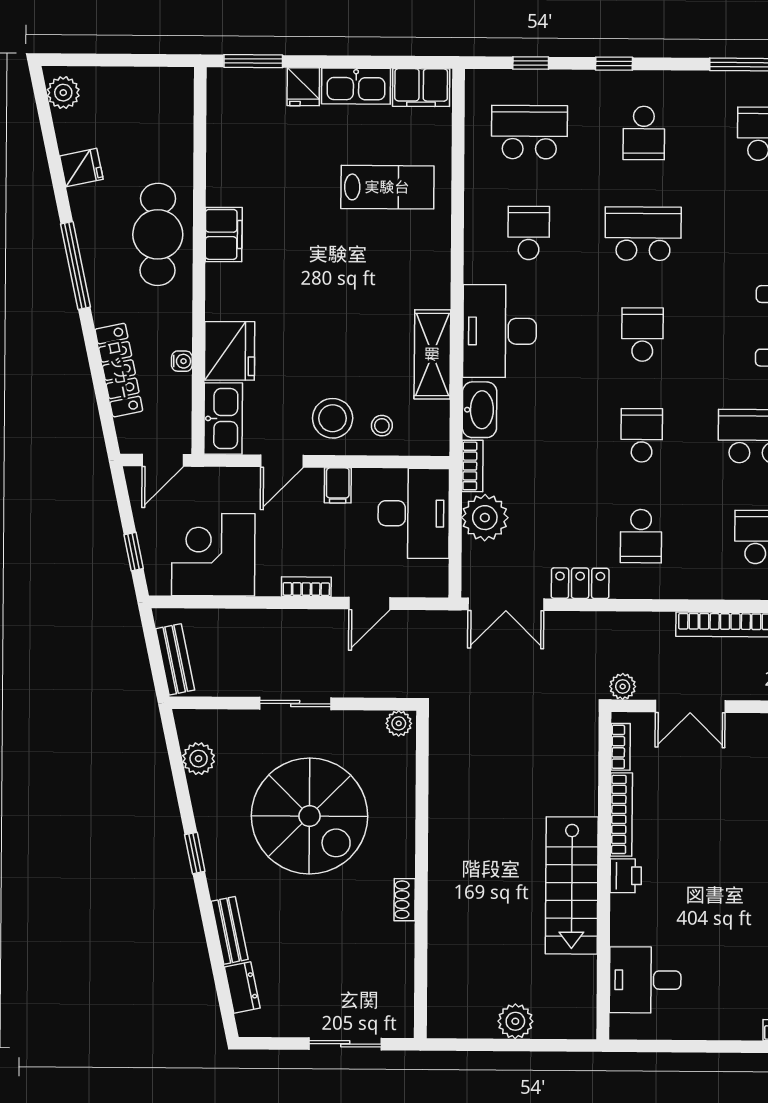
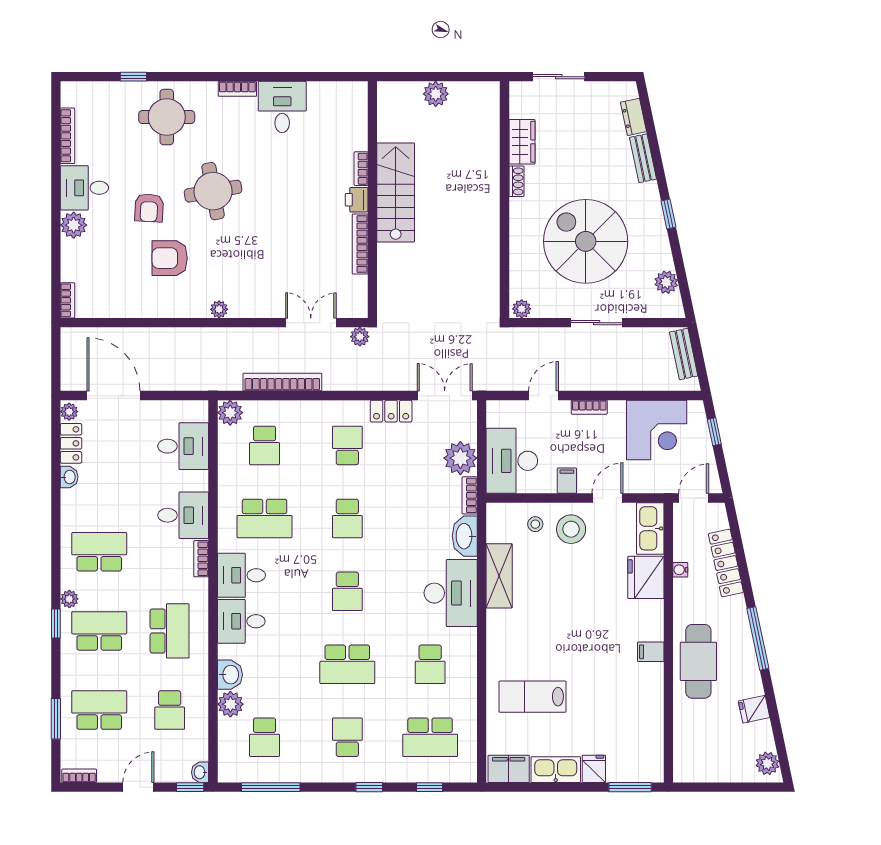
filing cabinet: (224, 234) -> (651, 652), width x0.50
bookcase: (621, 747) -> (361, 169), moved
wardrobe: (397, 954) -> (522, 142), added
desk: (645, 980) -> (282, 107), moved, turned -90

